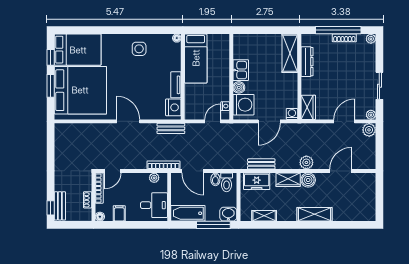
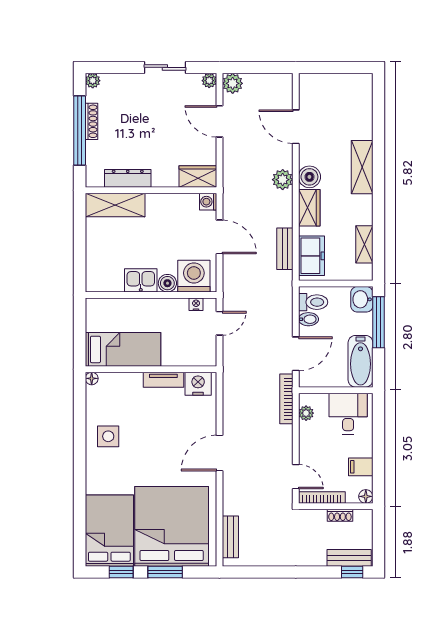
door: (213, 121) -> (219, 323), swing flipped
bench: (171, 128) -> (230, 537), moved

